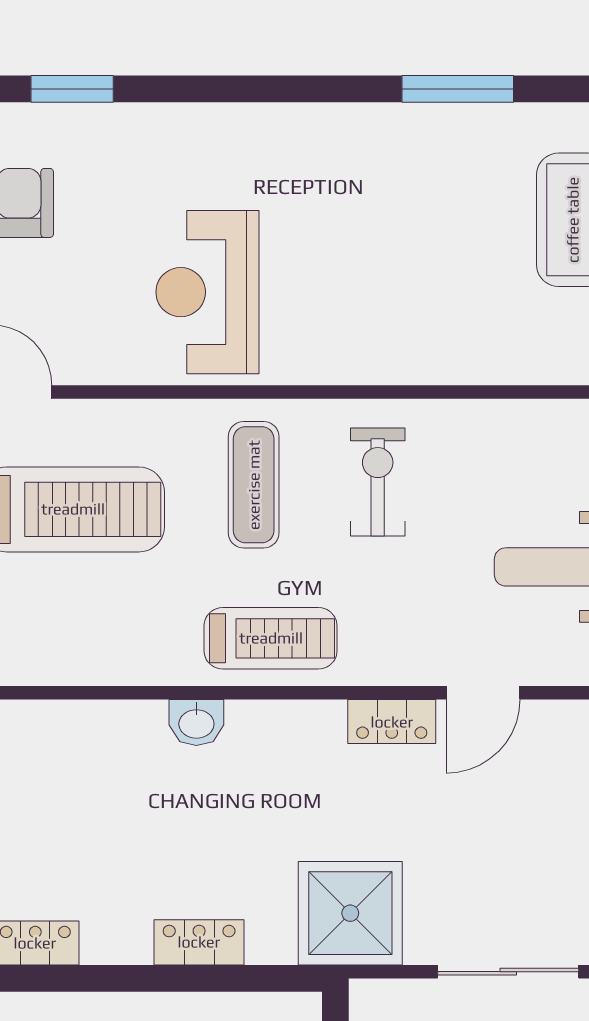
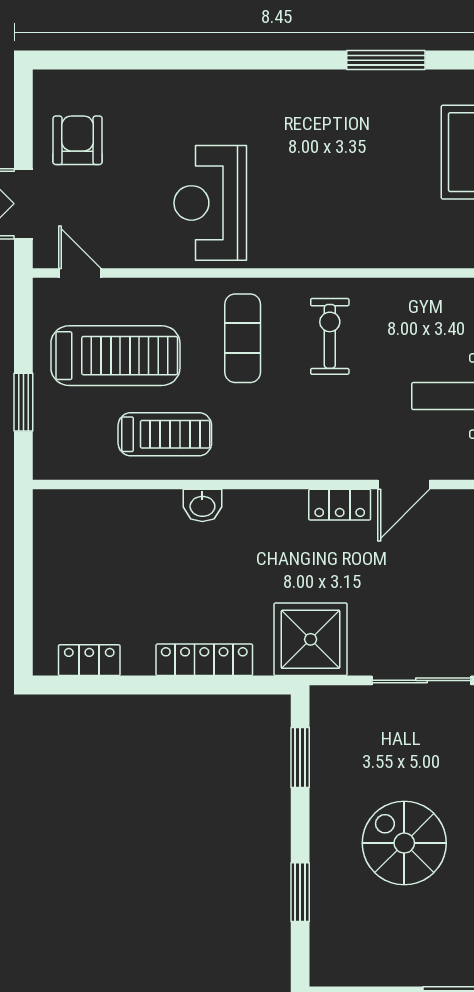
window: (72, 89) -> (115, 60), removed
treadmill: (271, 638) -> (165, 434), moved
locker: (199, 942) -> (204, 660), width x1.53

